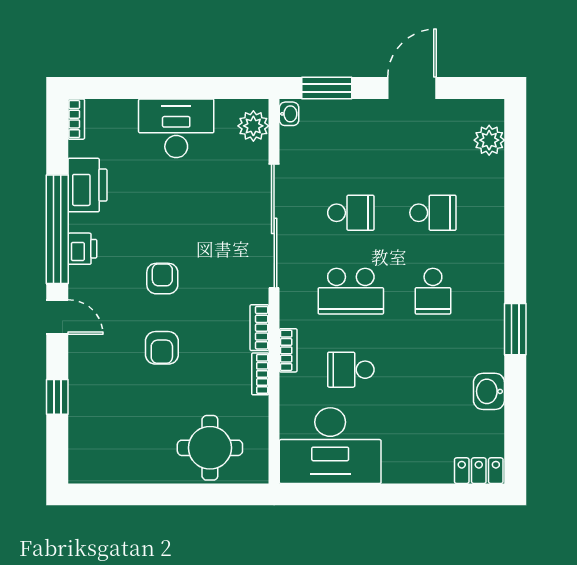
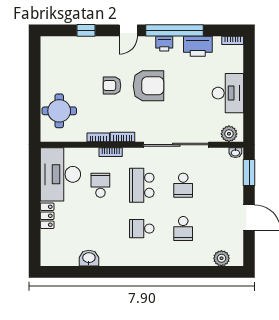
armchair: (162, 279) -> (148, 86), width x1.88, depth x1.88
window: (515, 329) -> (122, 272), removed
locker: (479, 471) -> (47, 216), moved

